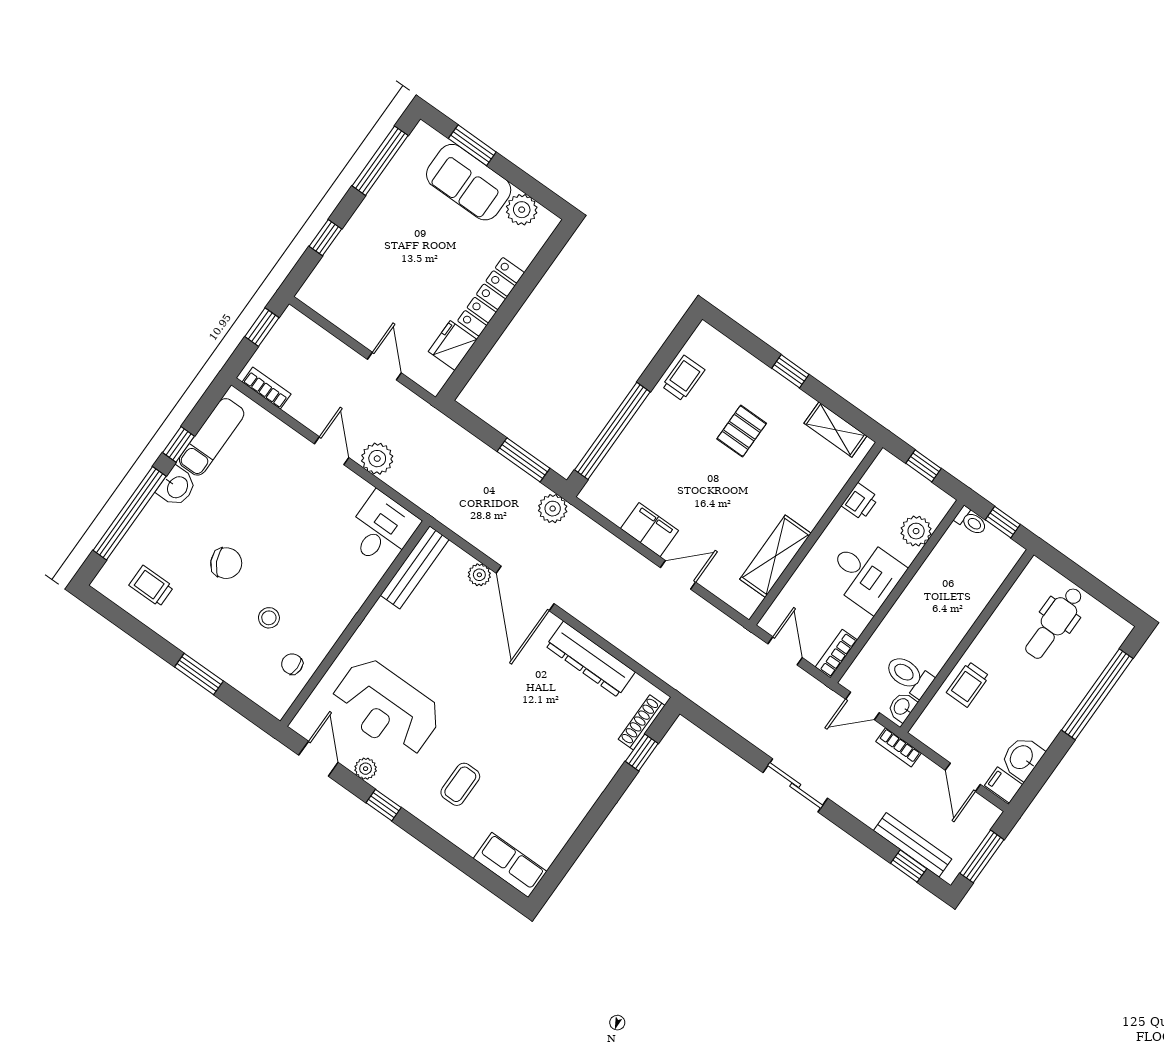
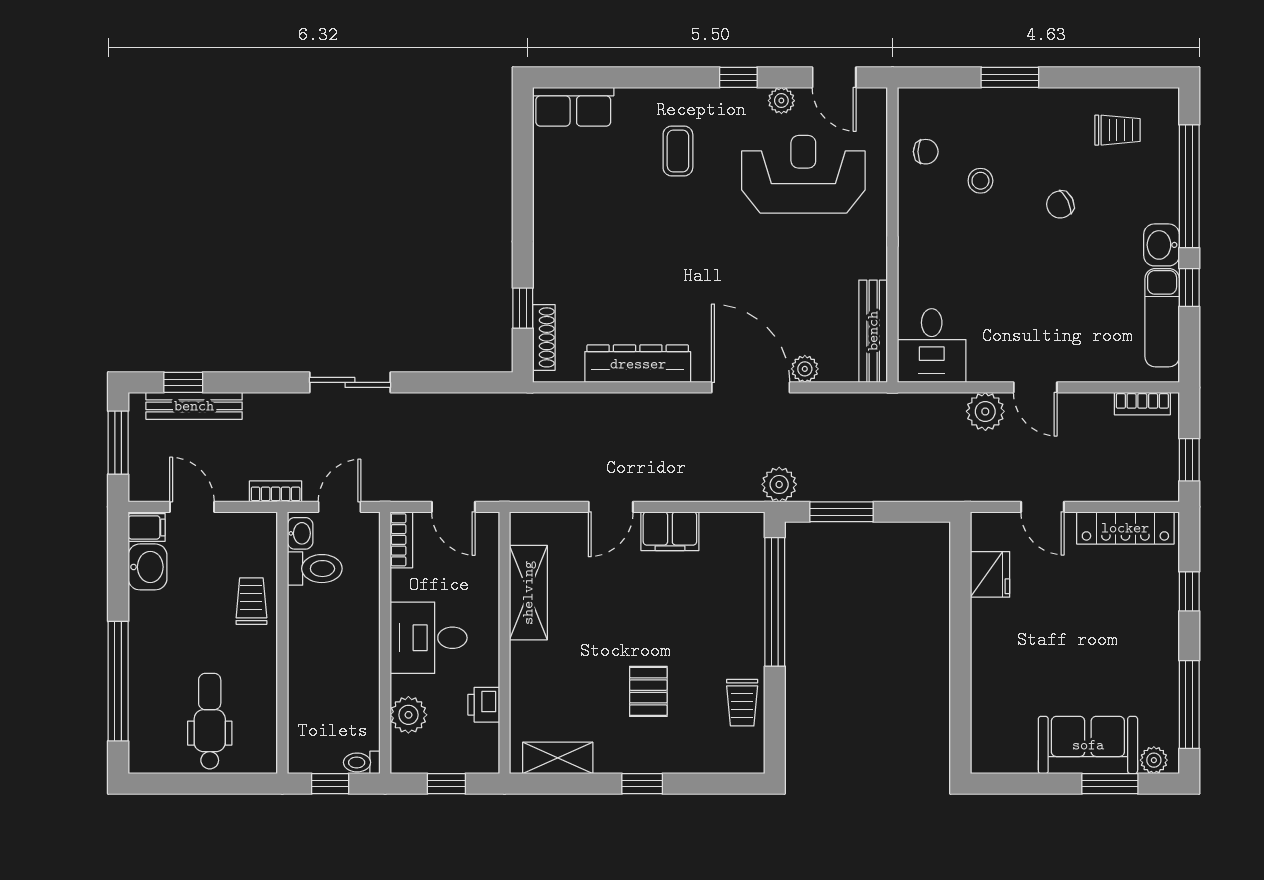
plant: (522, 210) -> (1154, 760), moved, width x0.73, depth x0.73
locker: (491, 297) -> (1125, 528), moved, turned 90
chair: (226, 563) -> (1060, 205), width x0.73, depth x0.73

